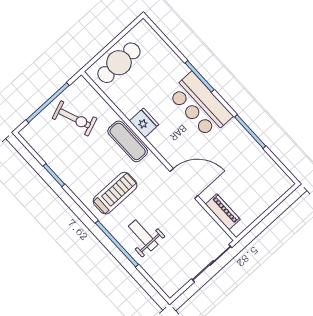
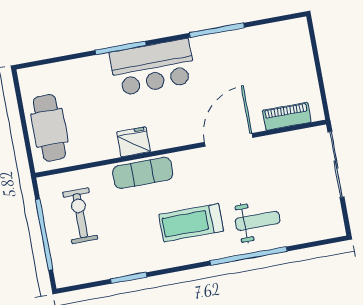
exercise bike: (75, 118) -> (80, 216), turned -69
treadmill: (115, 193) -> (191, 223), turned -90
weight bench: (143, 235) -> (258, 221), turned 180

